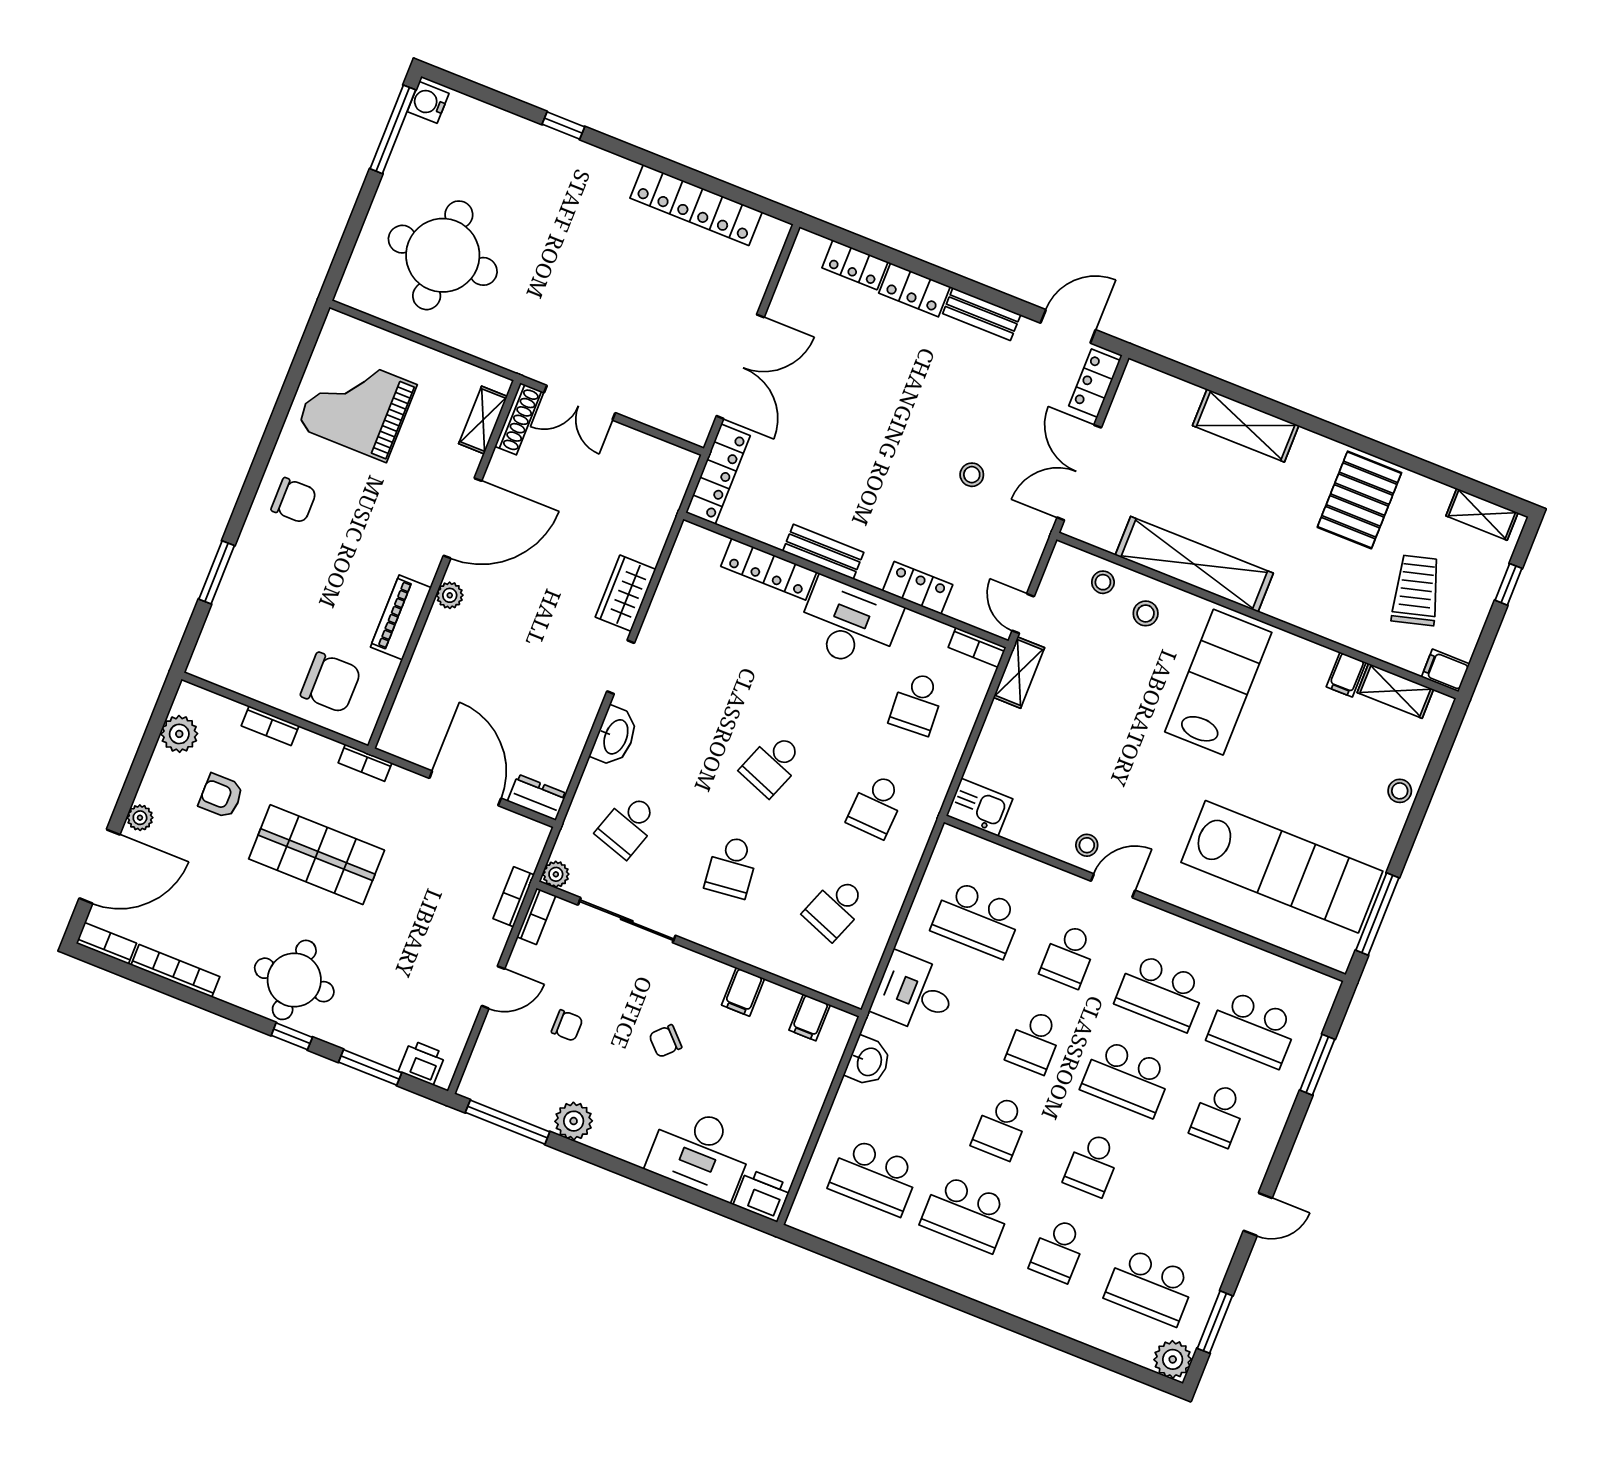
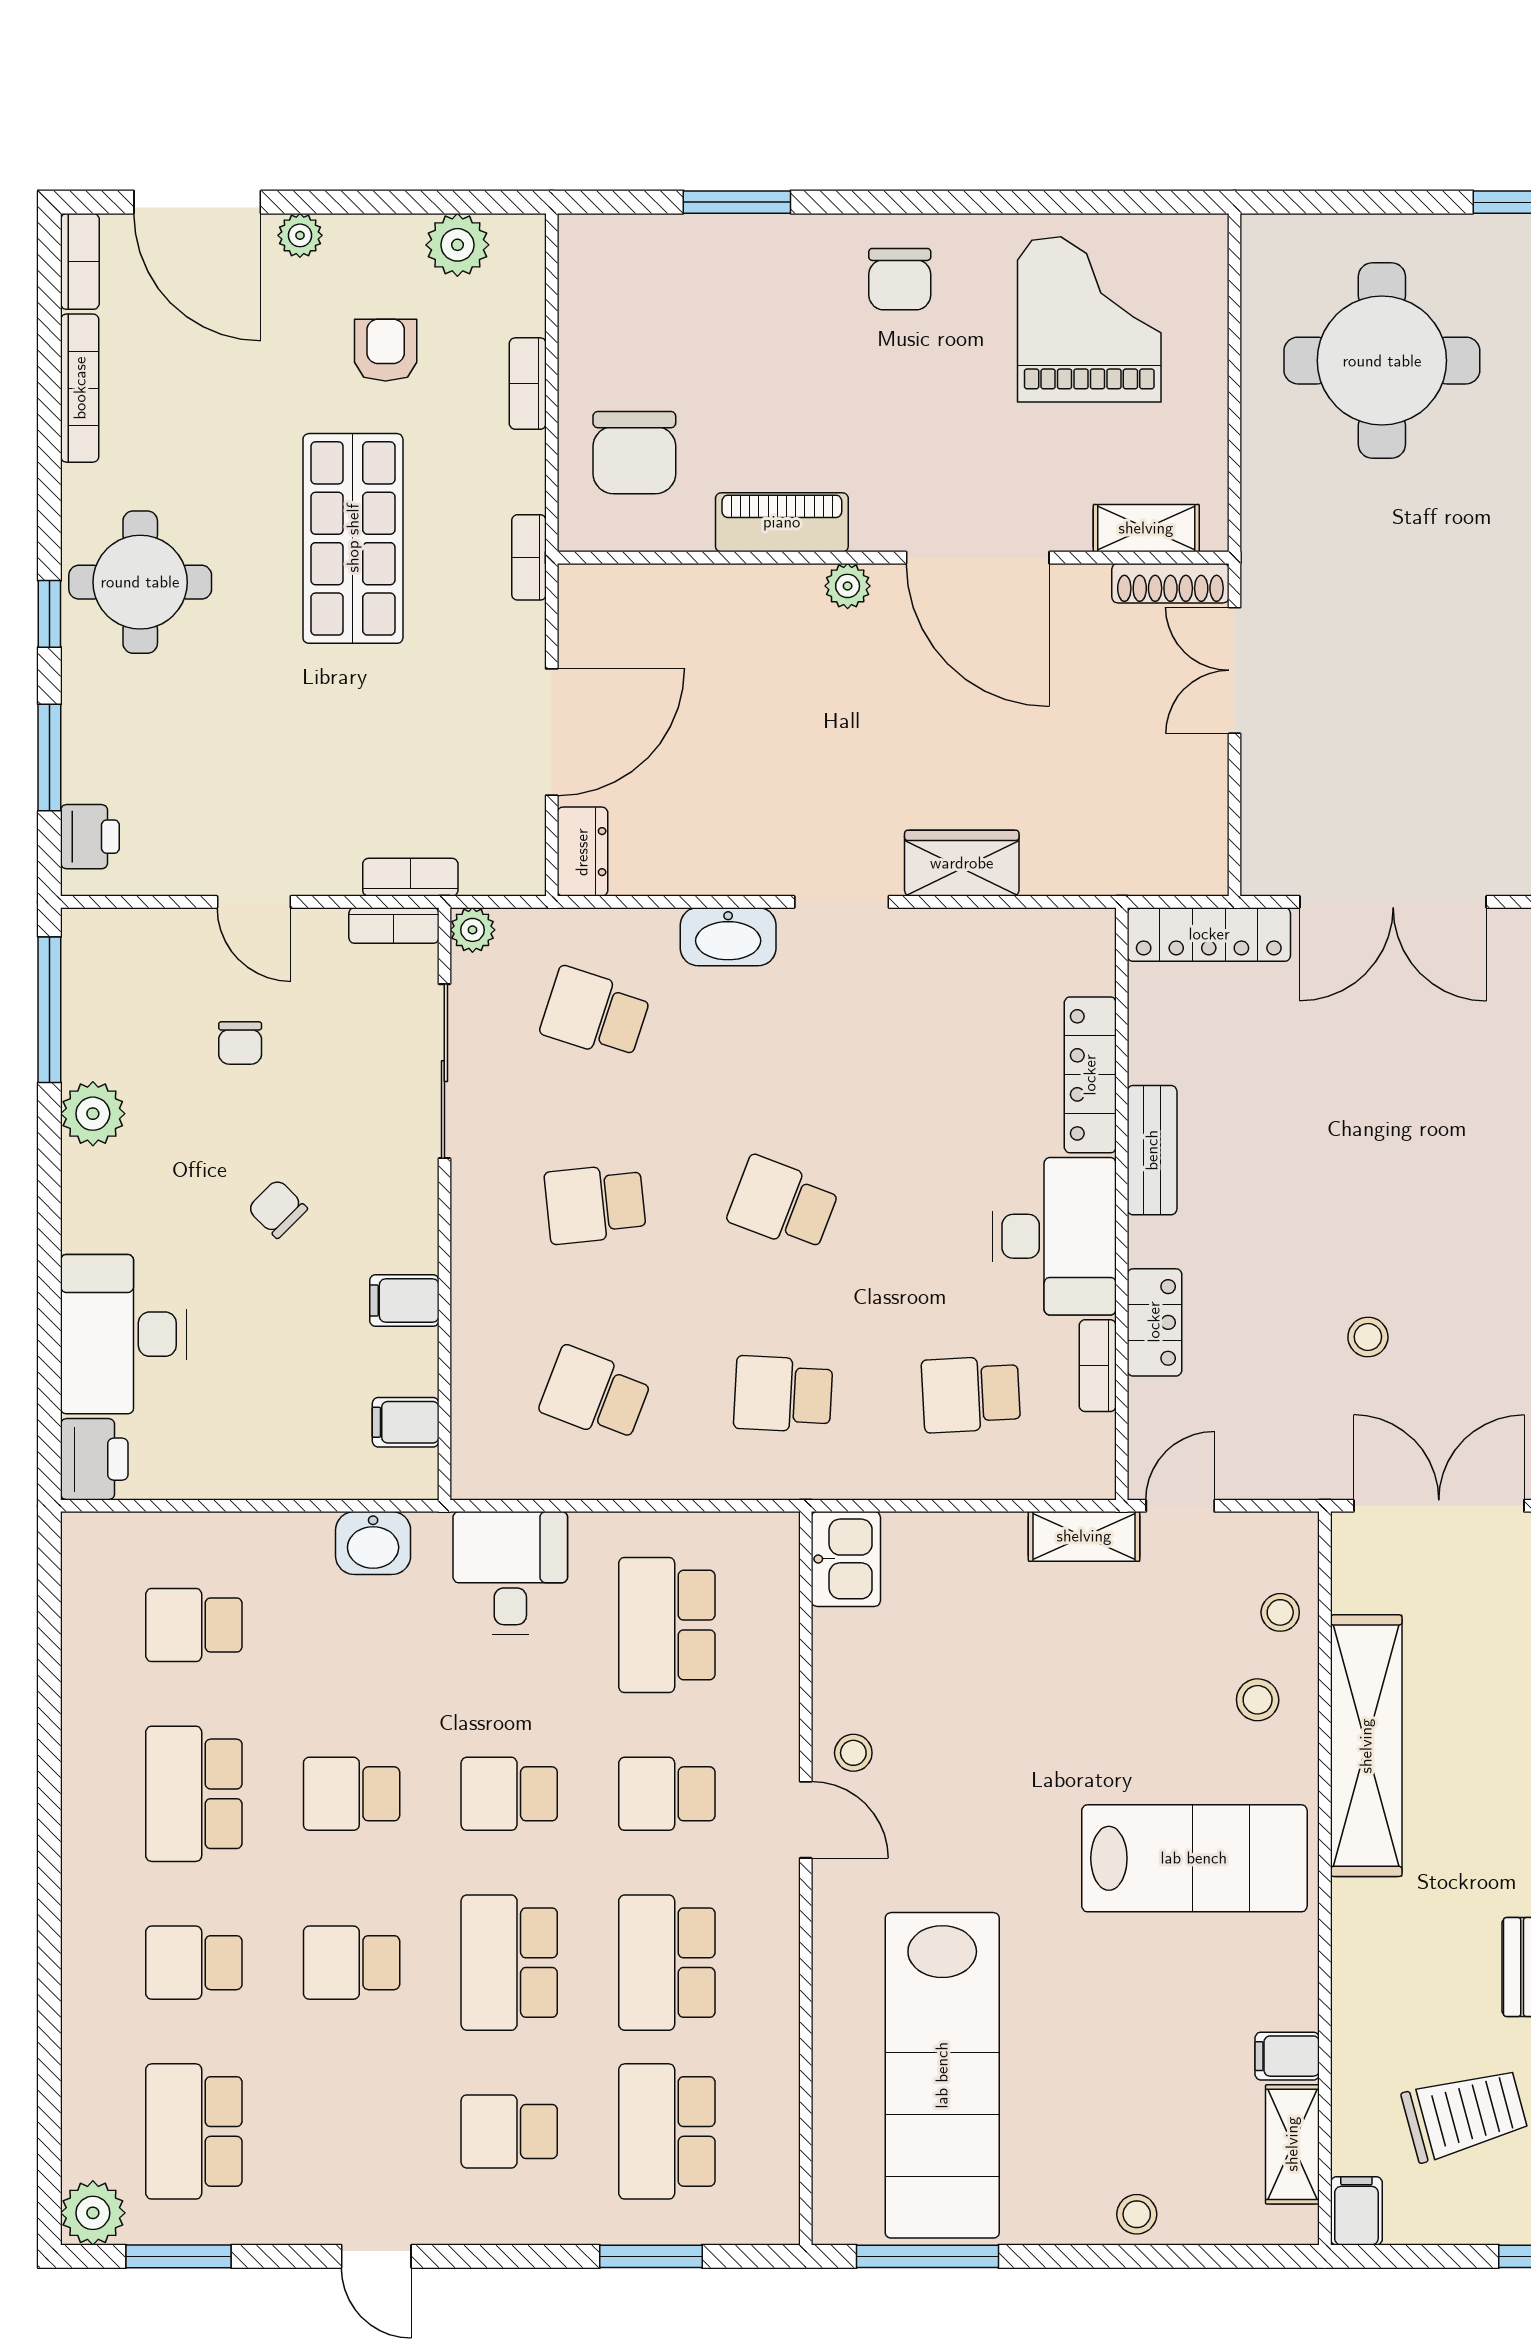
bookcase: (977, 647) -> (1098, 1366), moved
school desk: (874, 1177) -> (194, 1625), width x0.54

